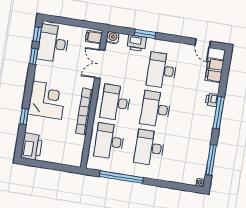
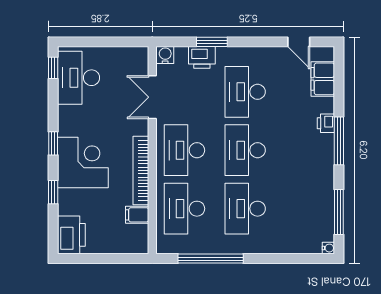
filing cabinet: (94, 37) -> (137, 215), moved
window: (34, 56) -> (53, 143), moved

